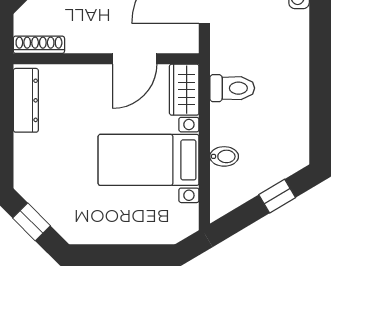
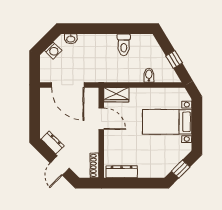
toilet: (232, 88) -> (124, 45), moved, turned 180
bed with nightstands: (149, 160) -> (167, 122), moved, turned 90
window: (277, 196) -> (174, 59), moved

